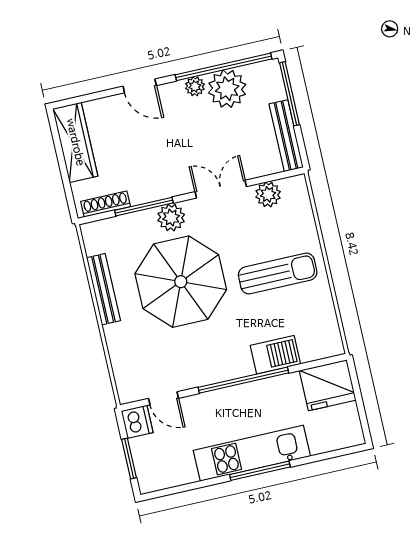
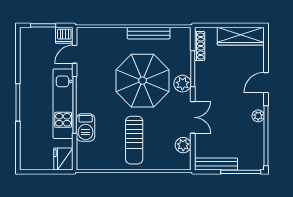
plant: (227, 89) -> (252, 135), removed
fridge: (328, 385) -> (63, 159), width x0.73, depth x0.75
kitchen unit: (252, 453) -> (63, 104), moved, turned 180

